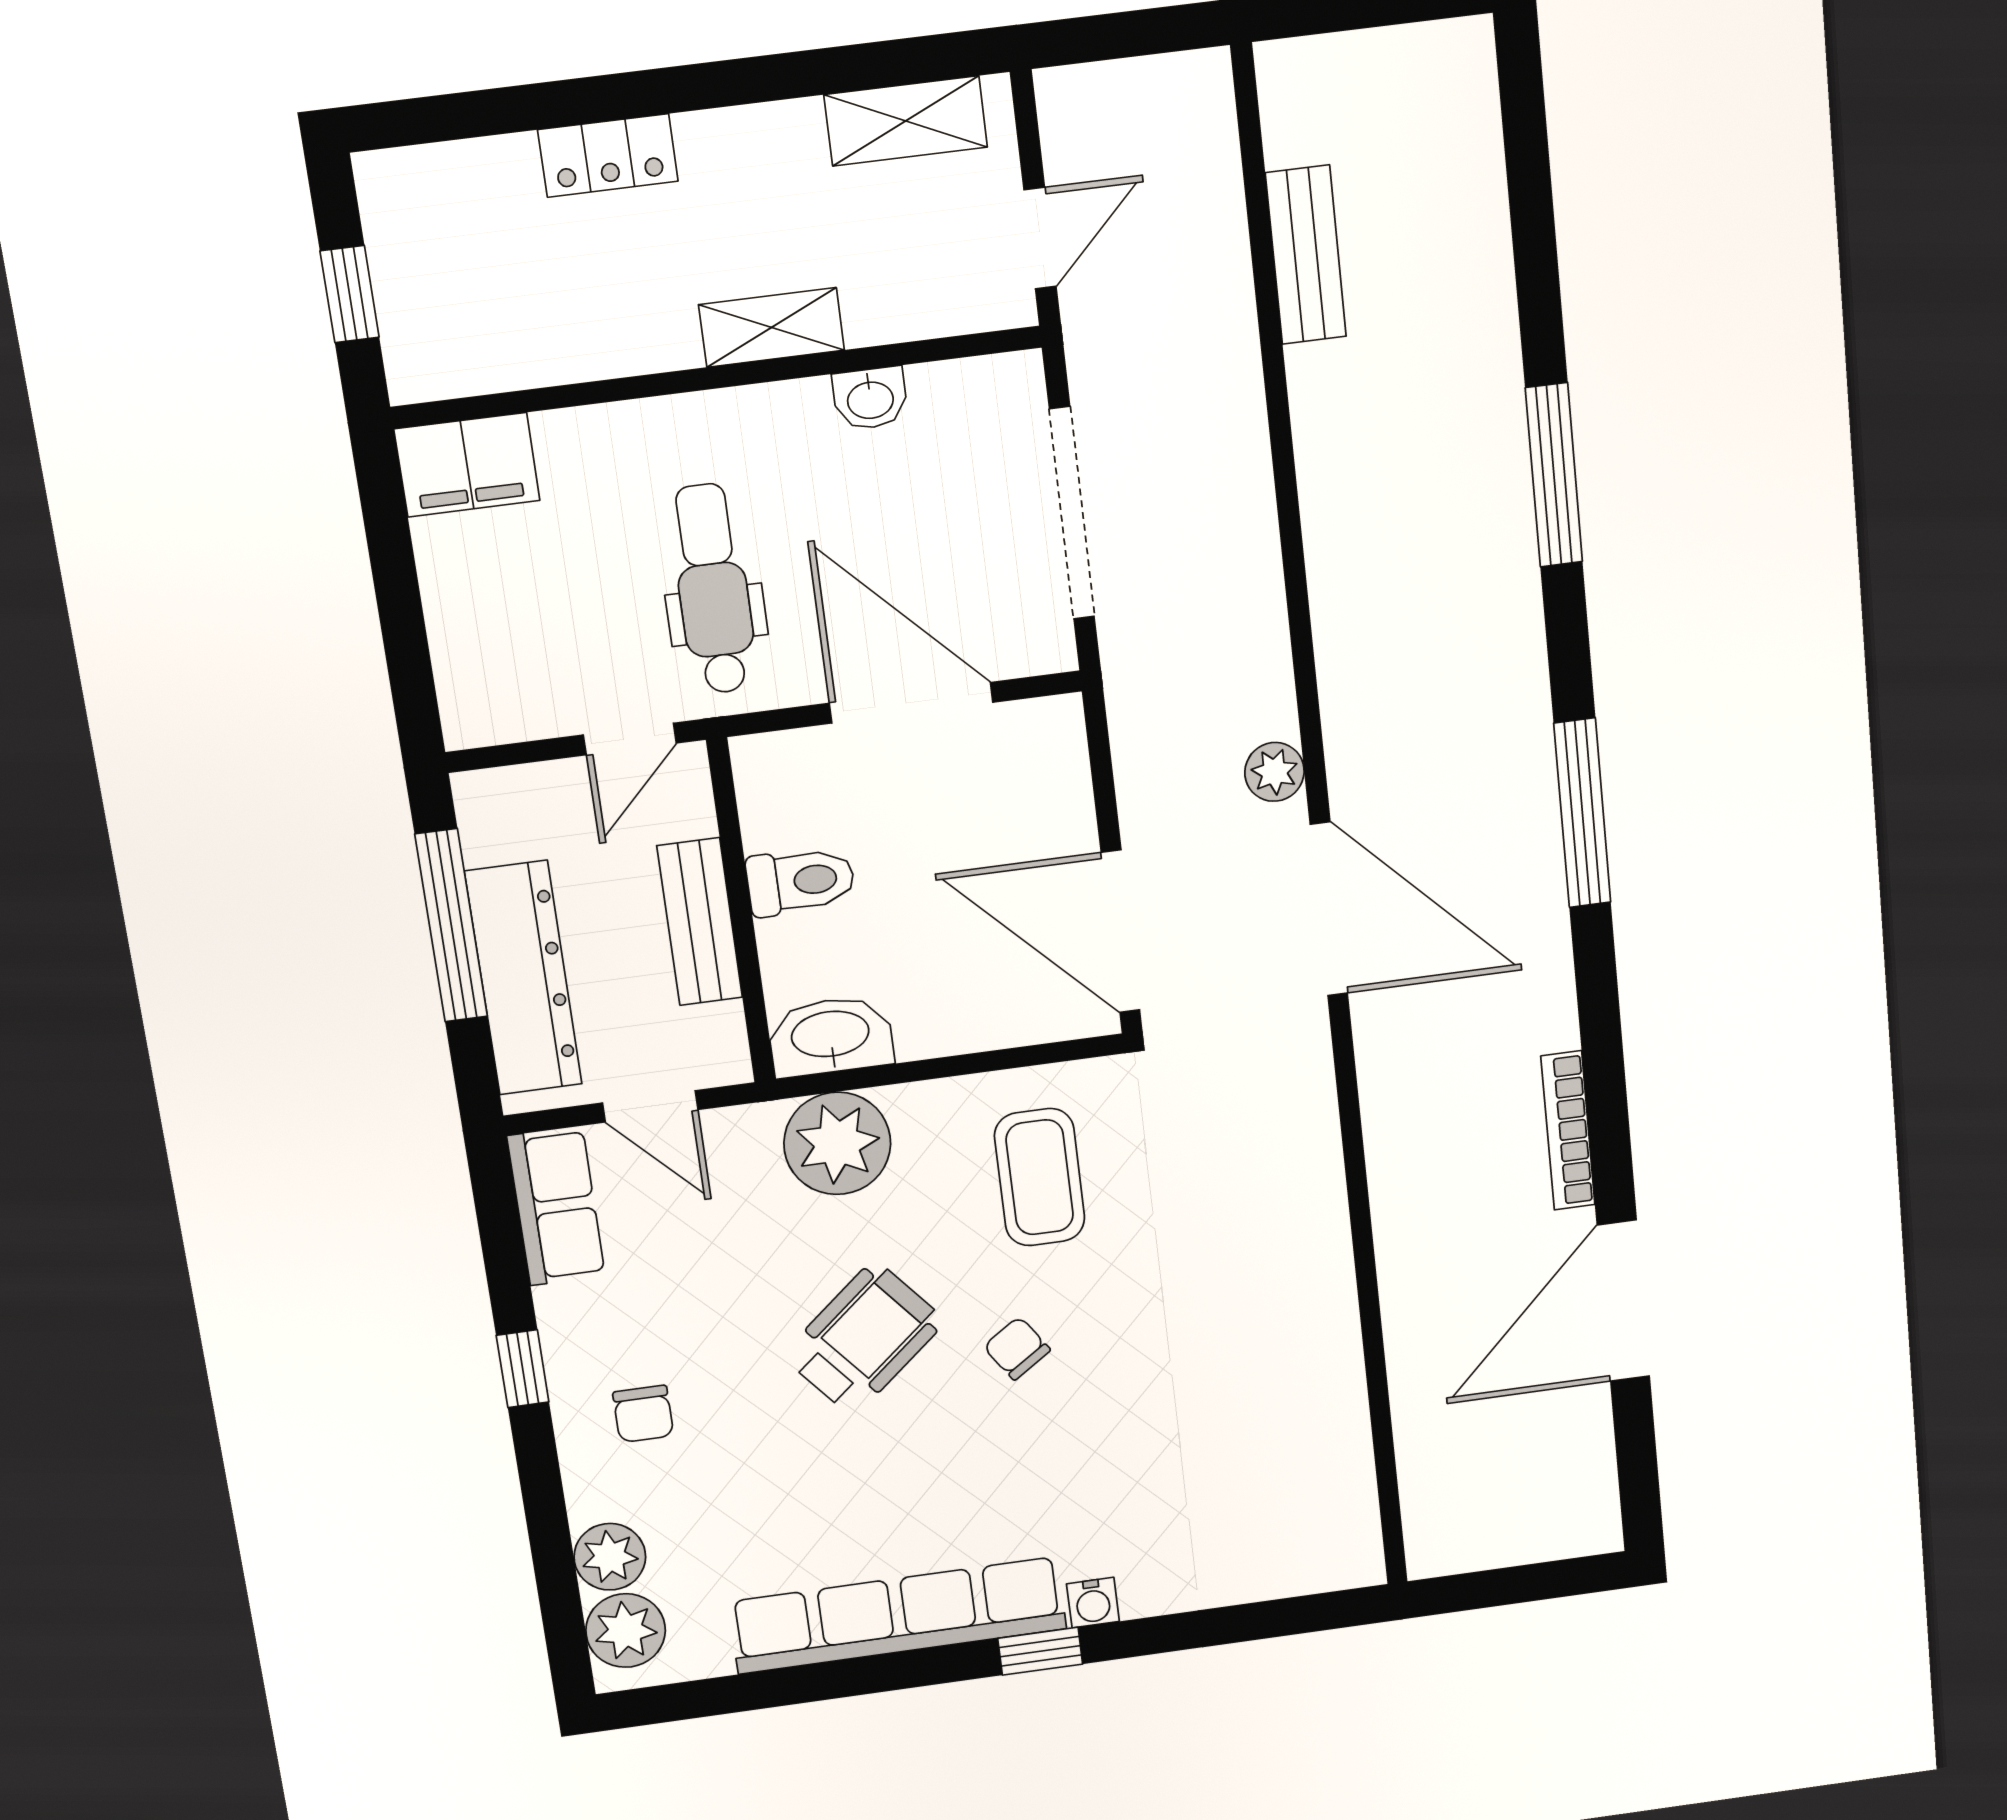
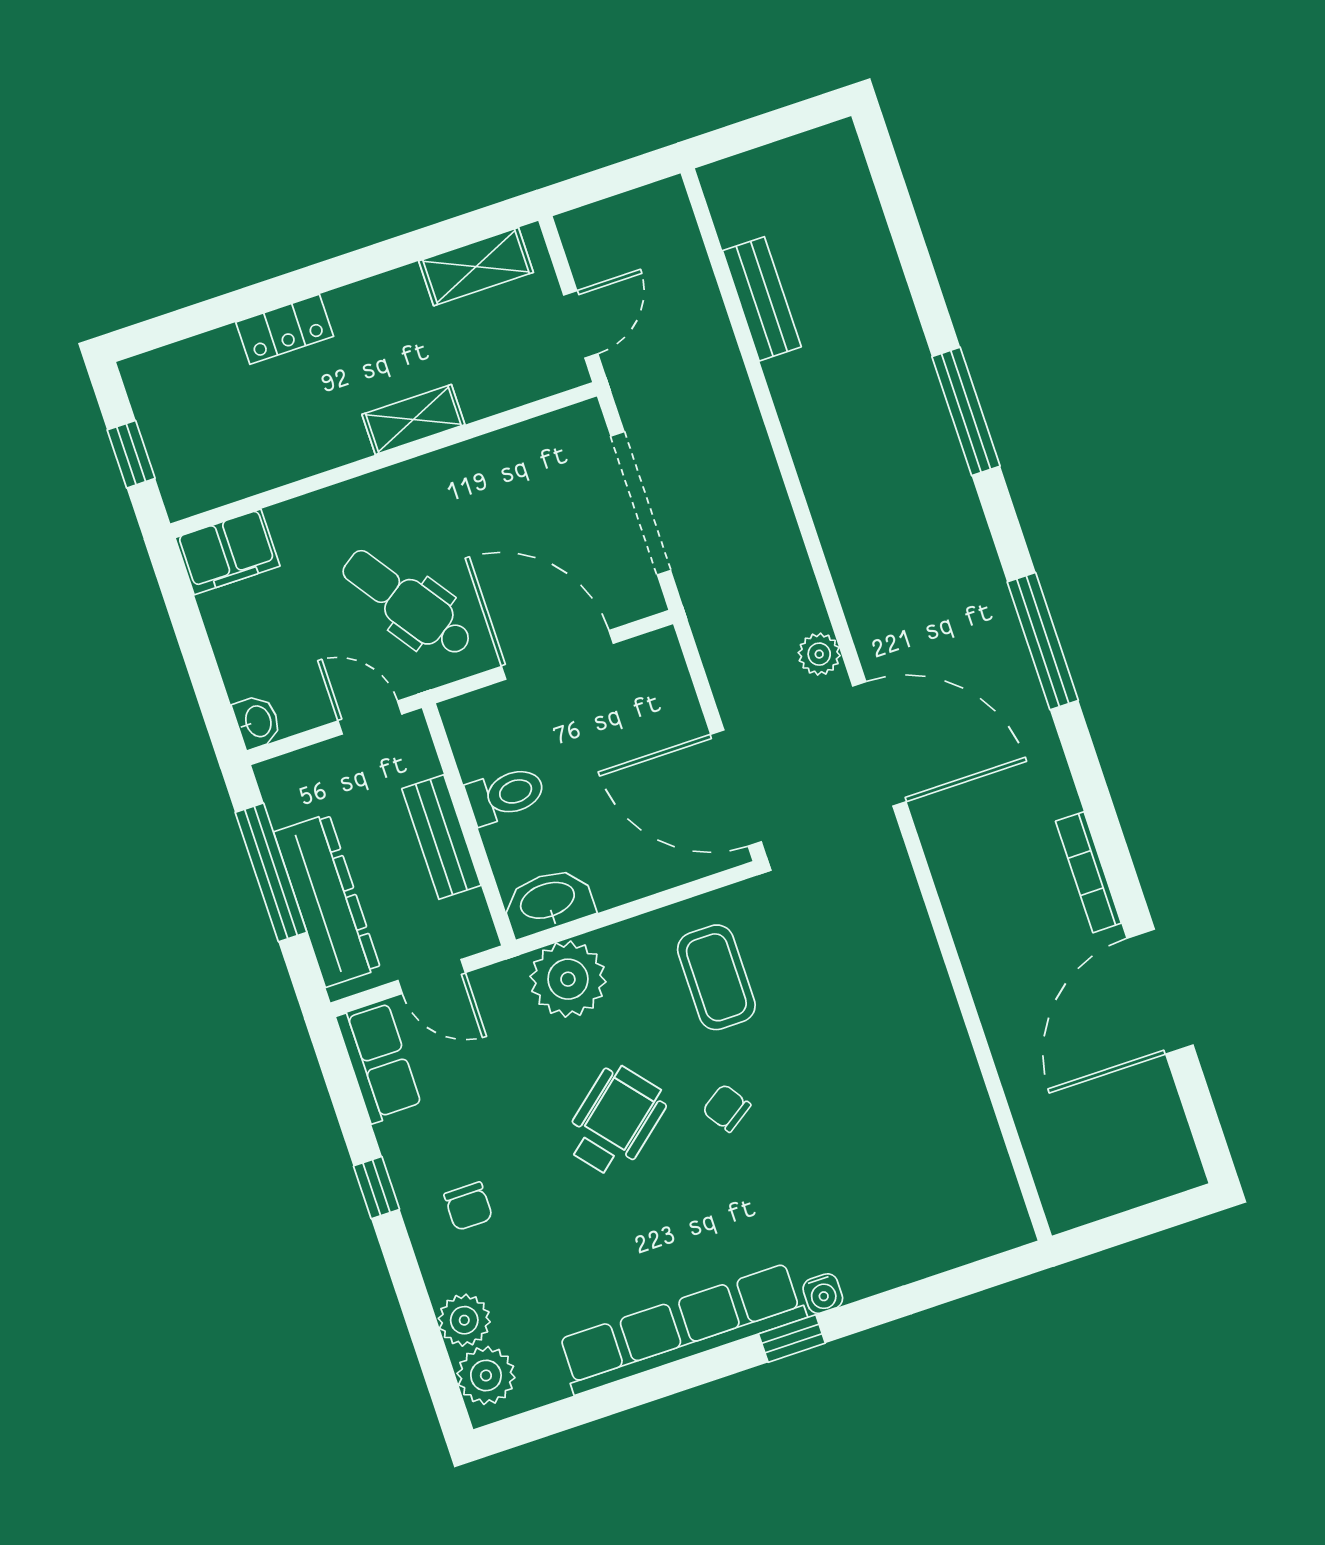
washbasin: (870, 399) -> (257, 722), moved, turned -90
dental chair: (713, 589) -> (407, 603), turned -35
door: (630, 739) -> (370, 718), swing flipped

